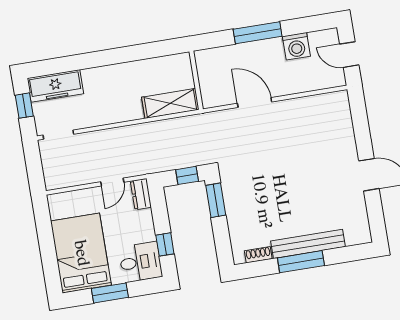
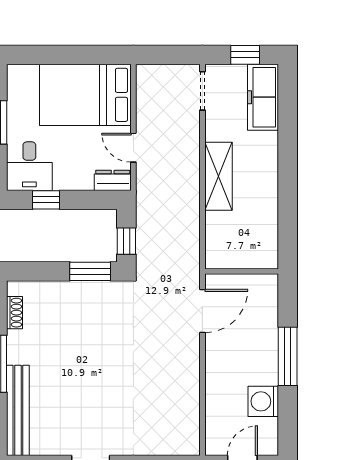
shelving: (170, 103) -> (218, 176), moved
door: (255, 103) -> (202, 311), moved
bench: (308, 244) -> (18, 410), moved
bed: (81, 253) -> (85, 95), moved, turned 180

